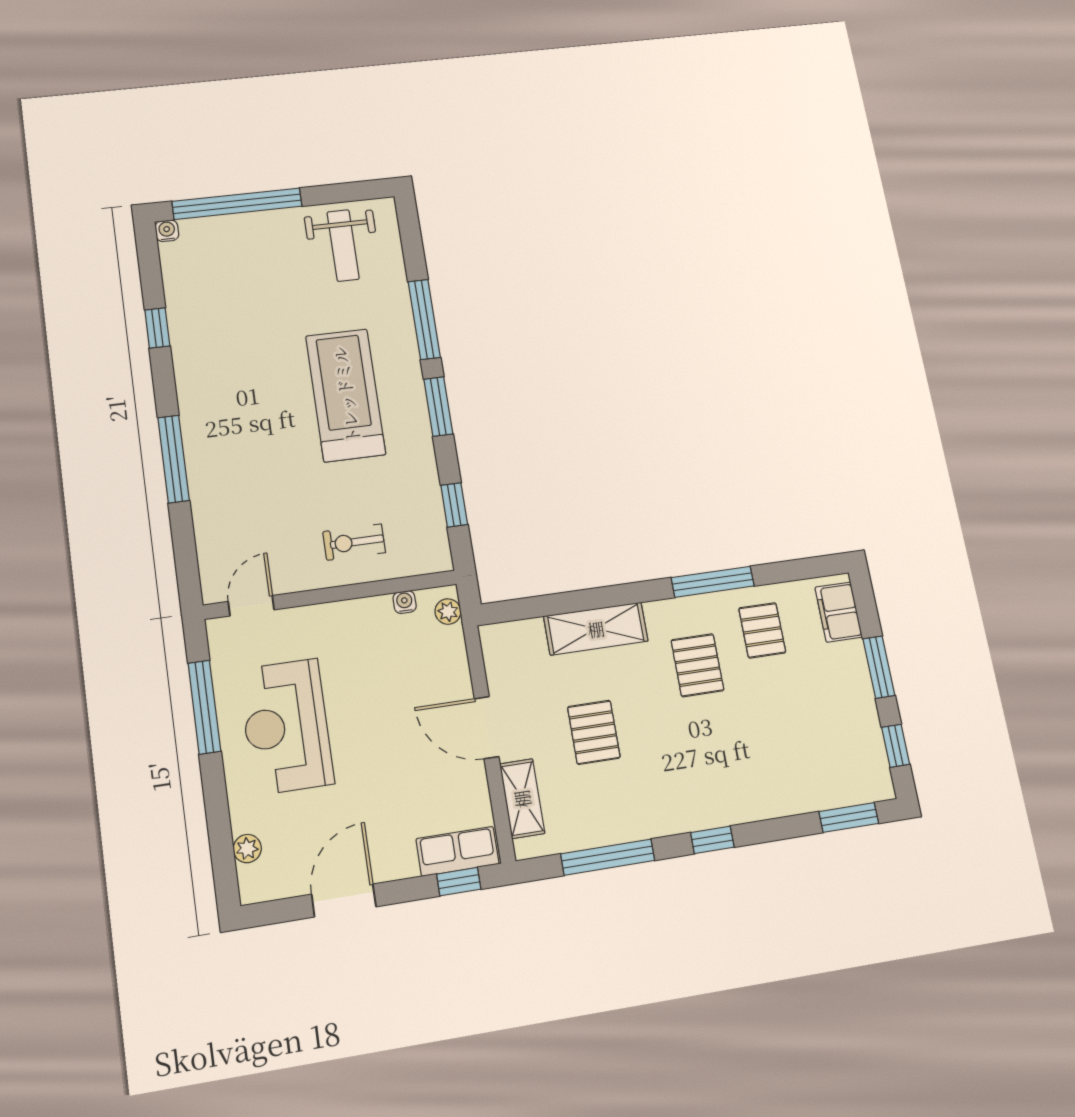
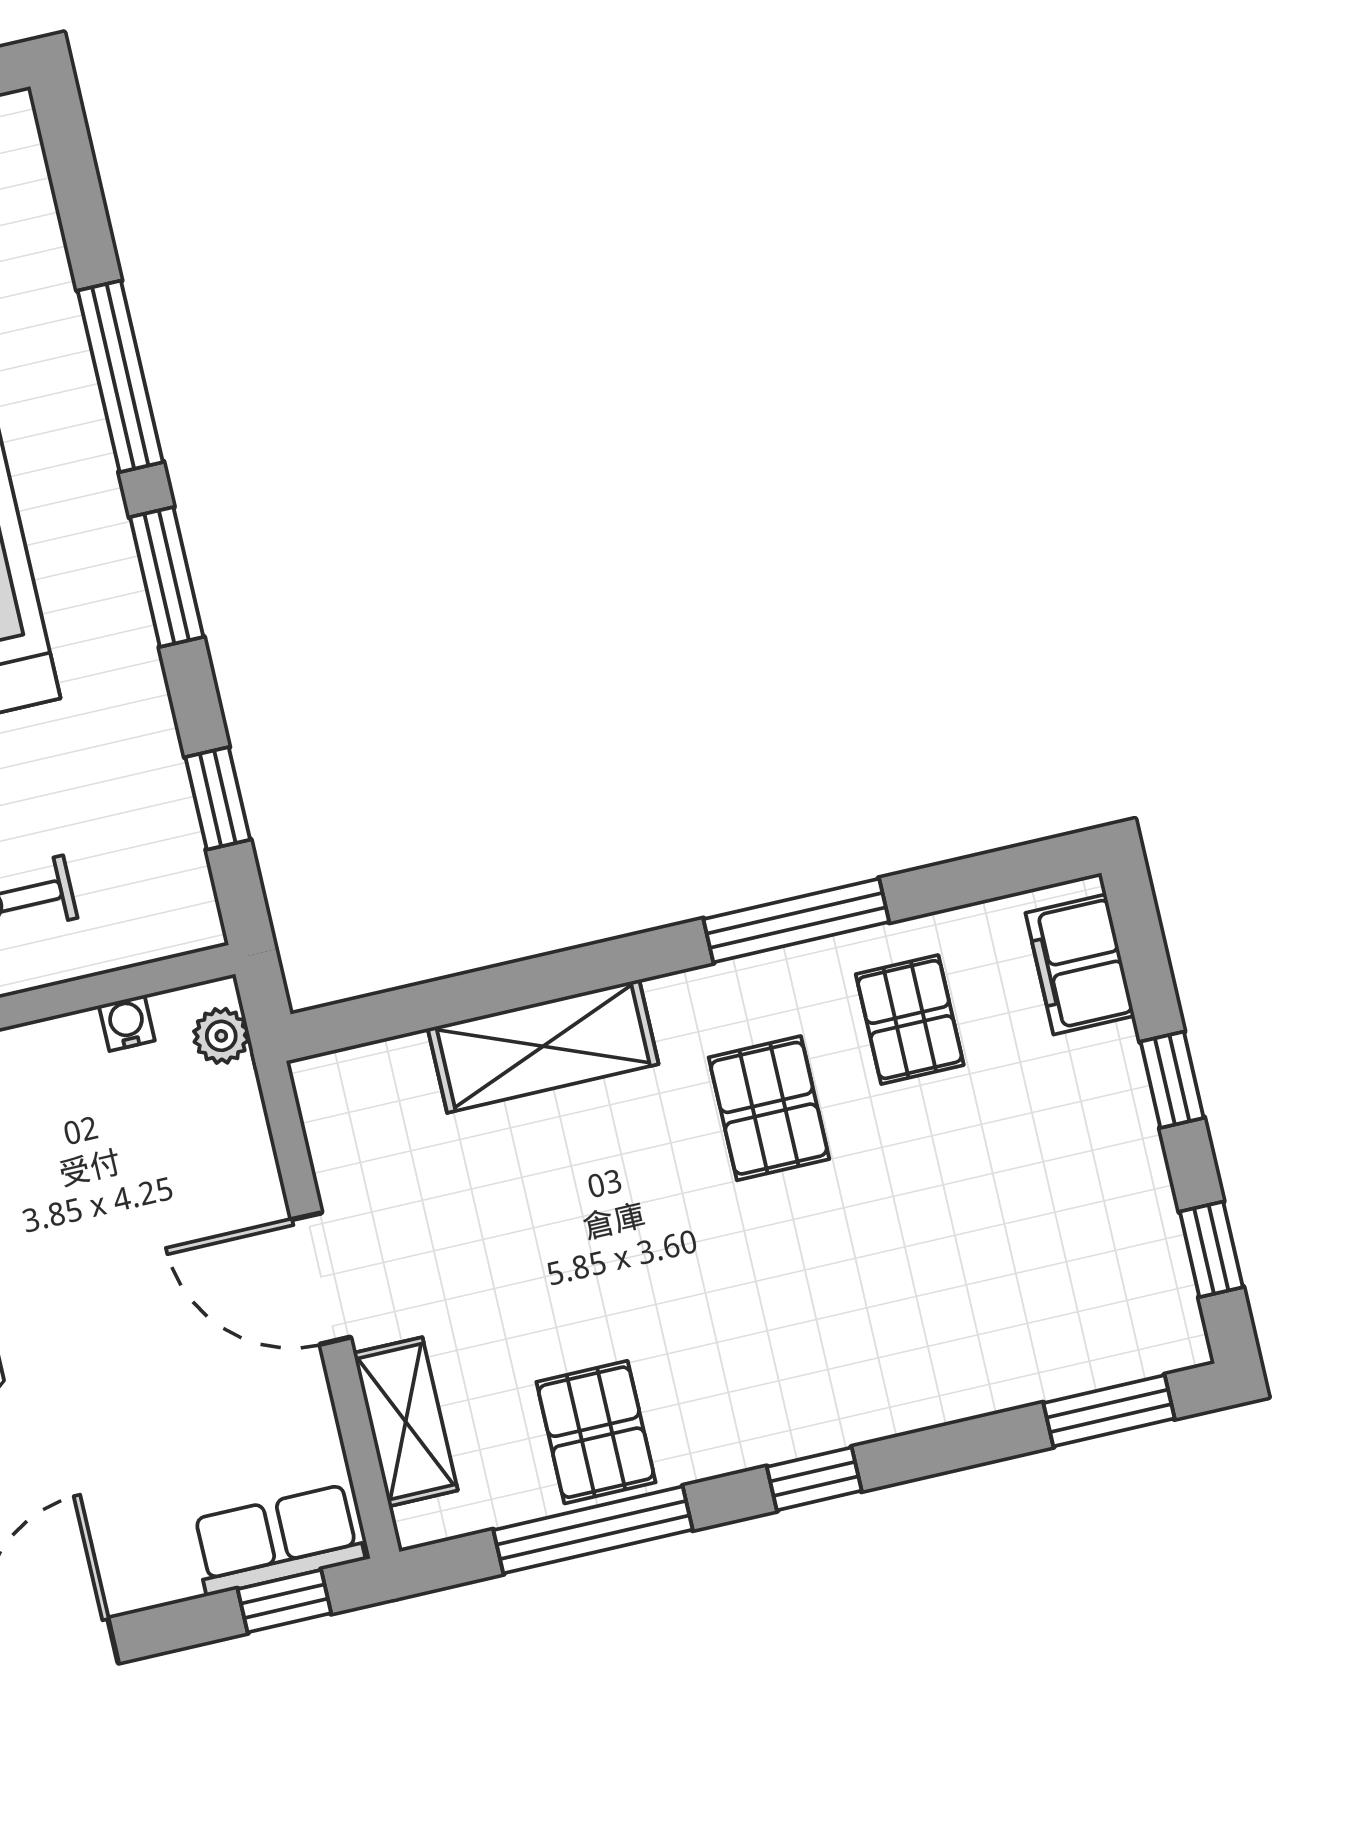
window: (879, 667) -> (1172, 1080), width x0.67
pallet: (594, 732) -> (596, 1432), moved

